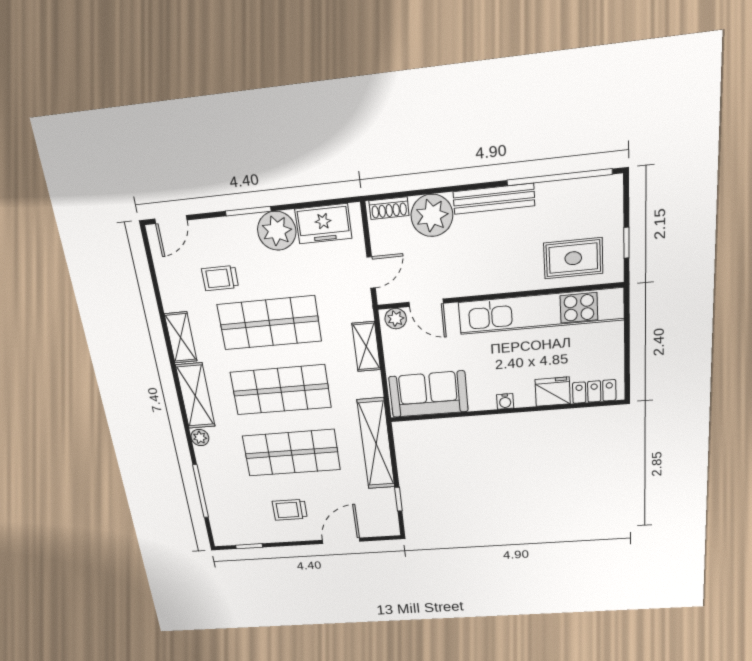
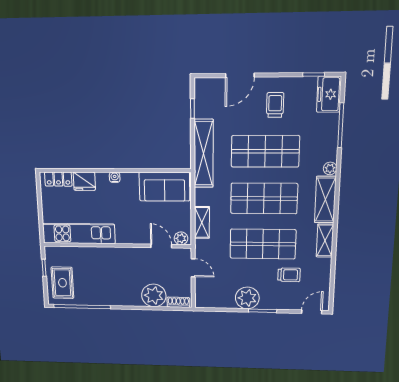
bench: (494, 199) -> (118, 300), removed
freezer: (323, 224) -> (329, 94), moved, turned -90
rug: (573, 258) -> (62, 283), moved, turned 90
door: (371, 273) -> (193, 268), swing flipped
kitchen unit: (541, 311) -> (79, 234), width x0.73
trolley: (290, 510) -> (275, 105), turned -90

